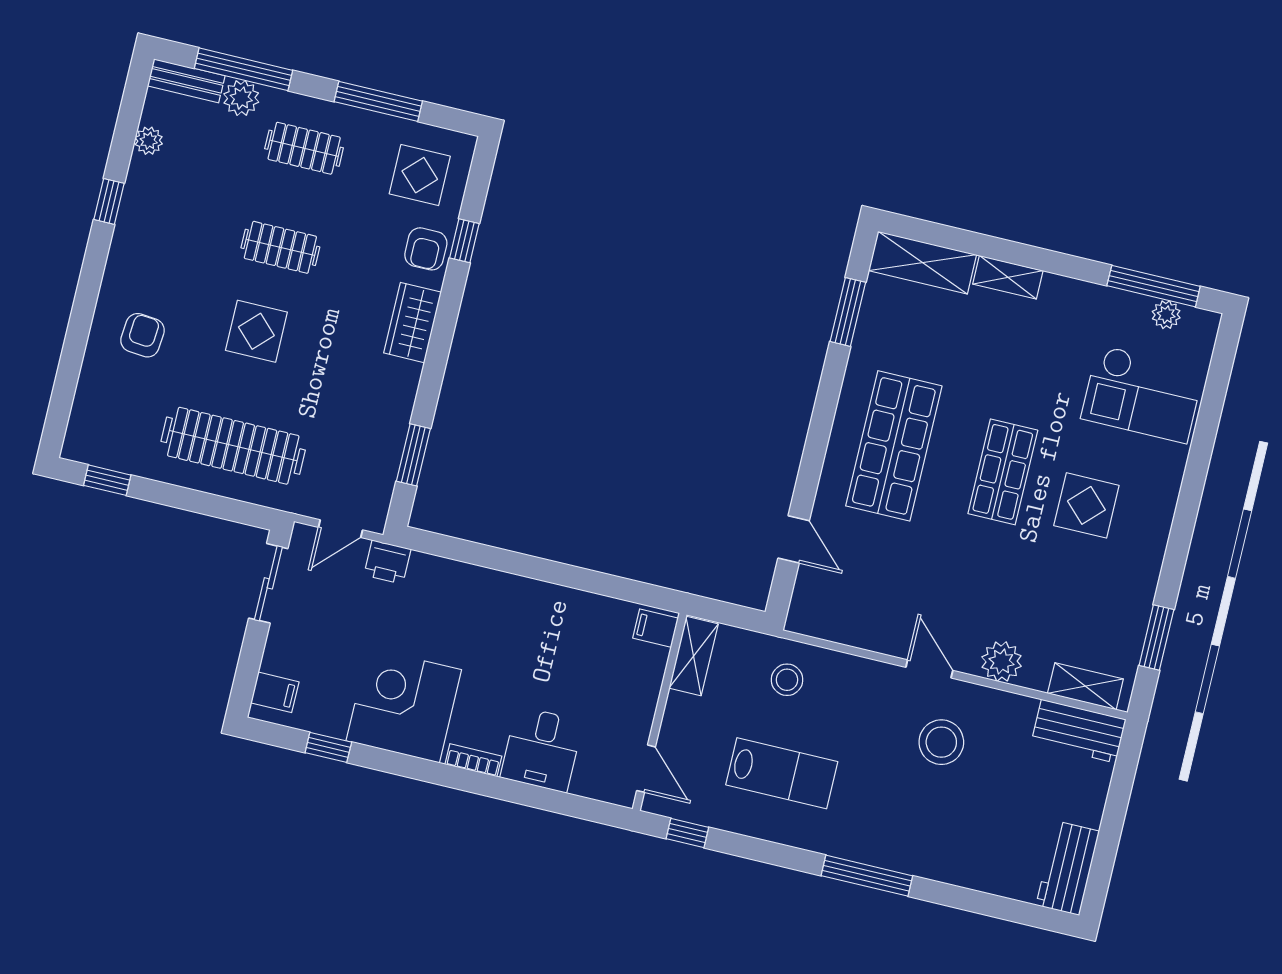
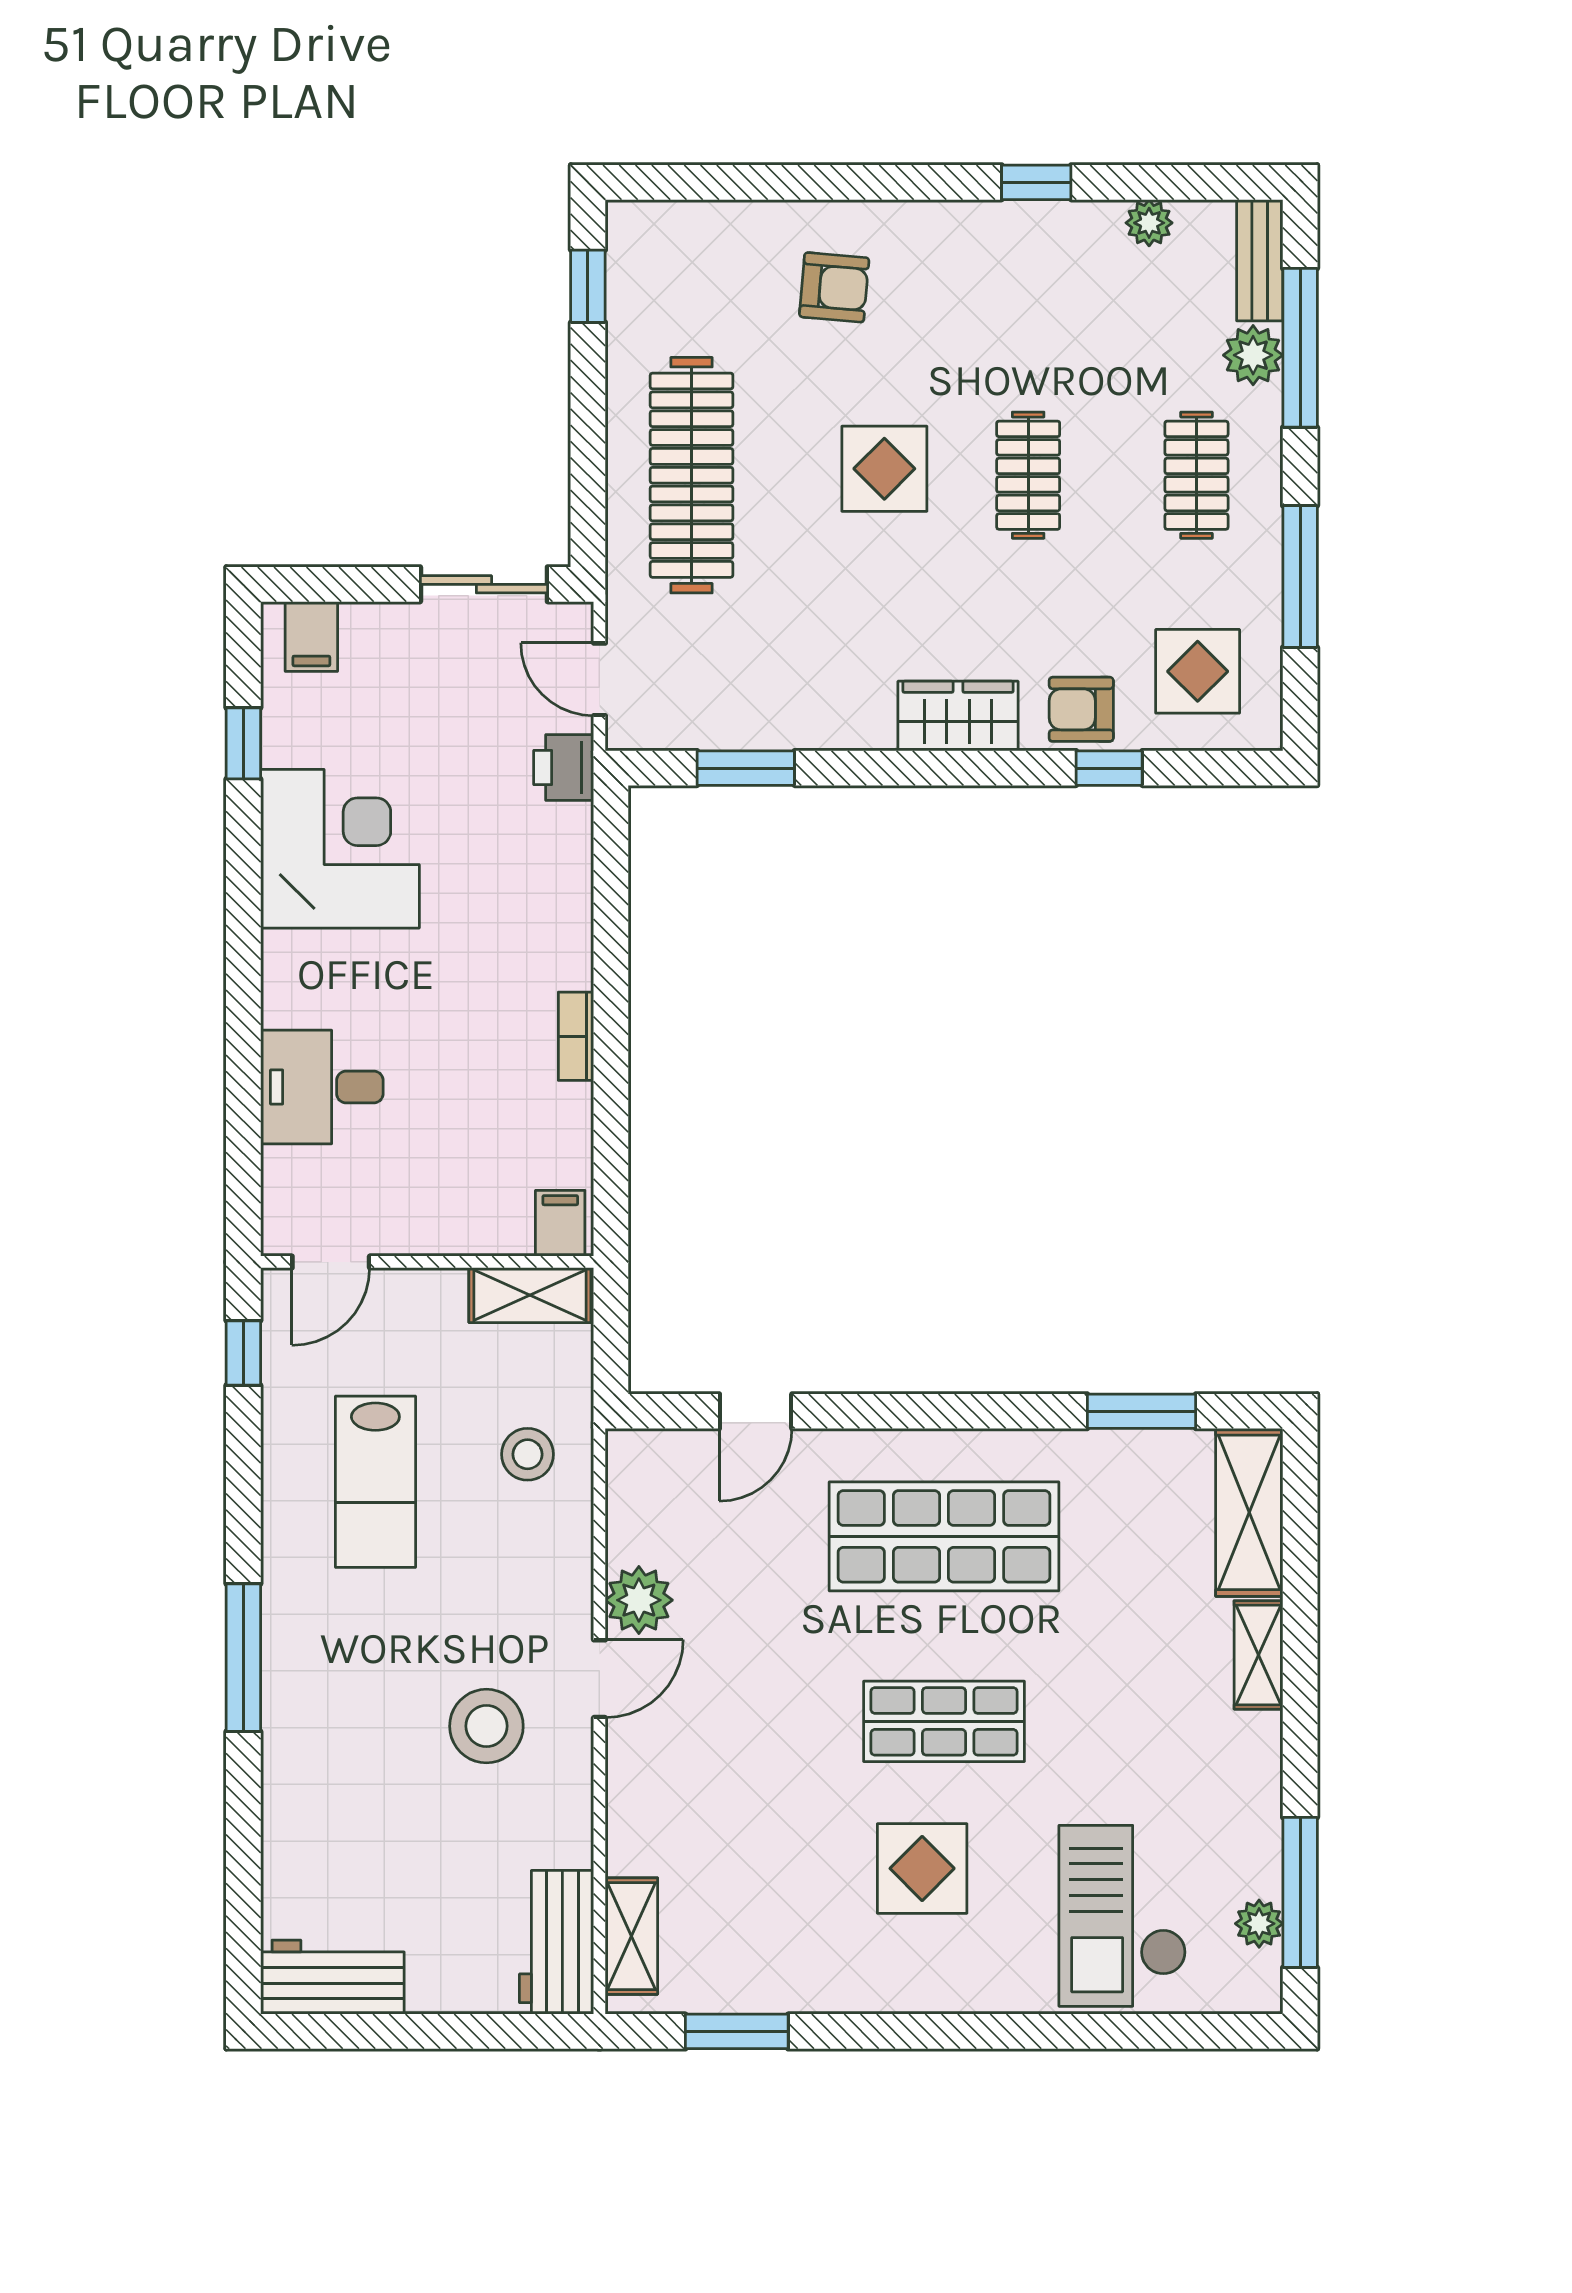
plant: (1002, 662) -> (639, 1600), moved
bookcase: (473, 760) -> (576, 1036), moved, turned 180

